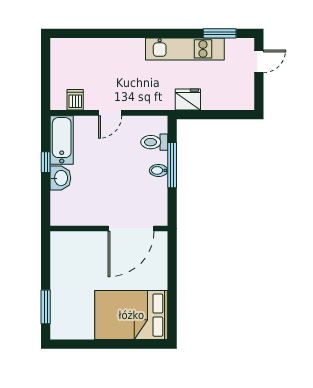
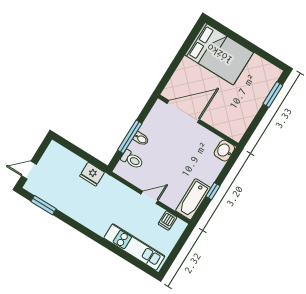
kitchen unit: (185, 49) -> (134, 247), moved
washbasin: (60, 178) -> (224, 151), moved

